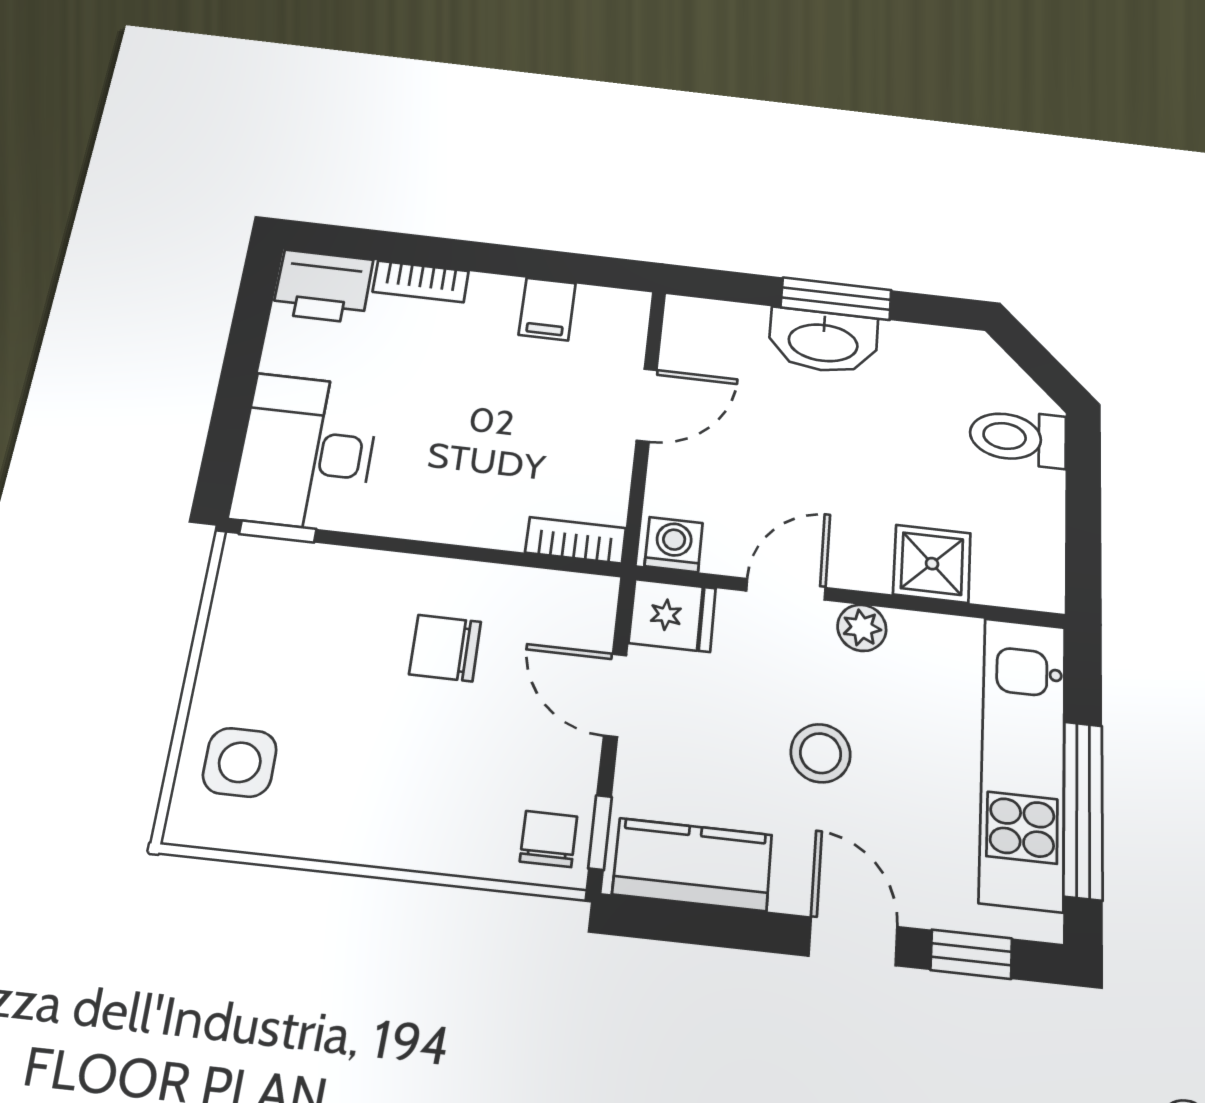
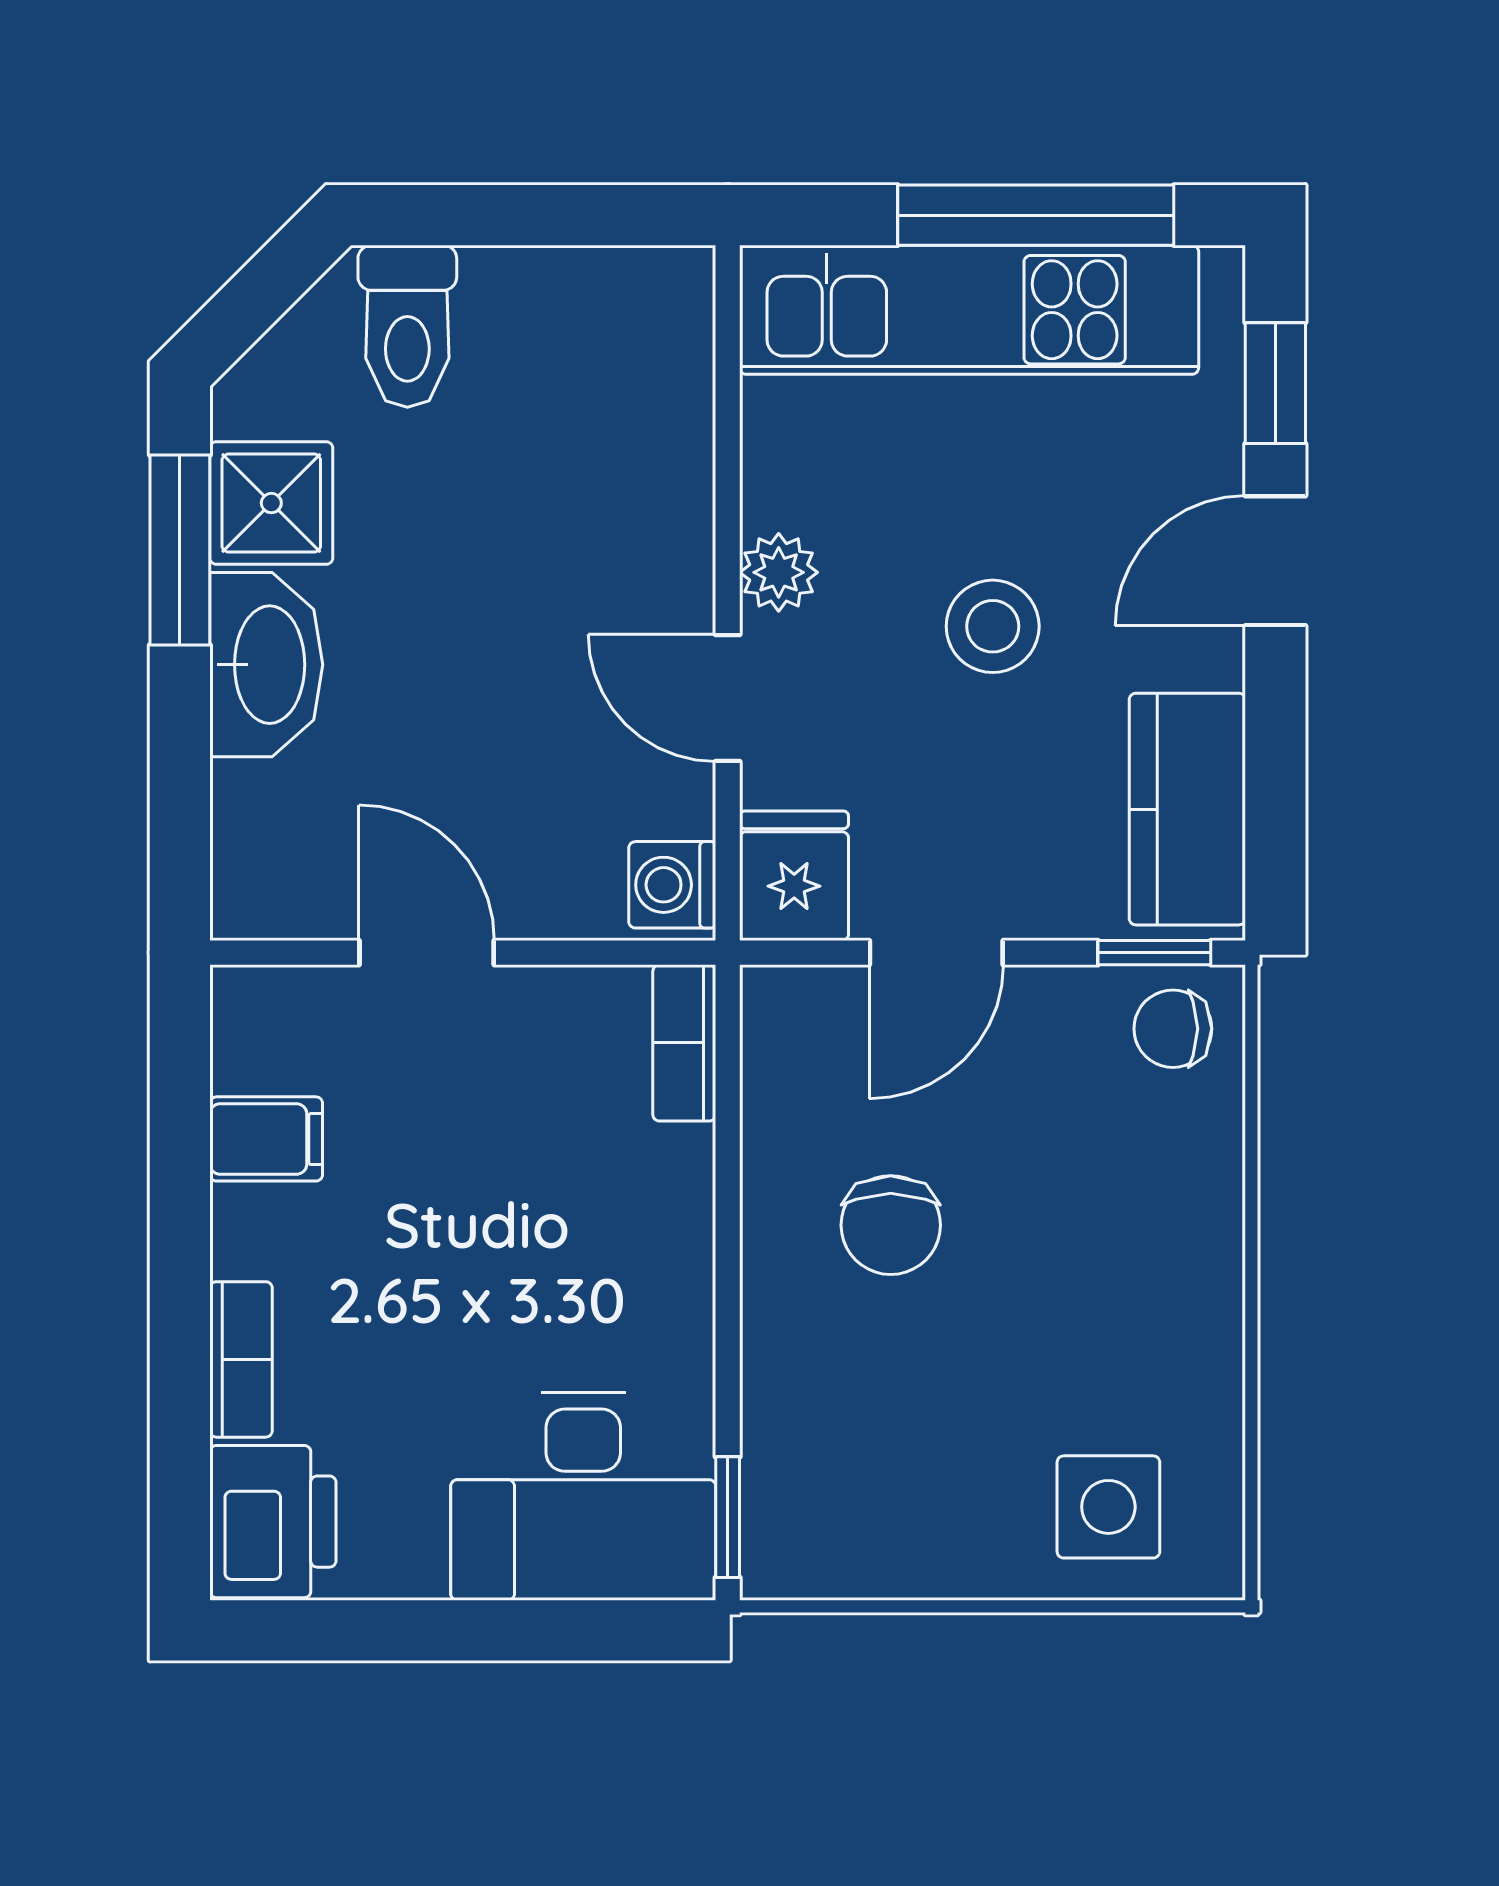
window: (836, 299) -> (180, 550), moved
shower: (932, 564) -> (271, 503), moved

